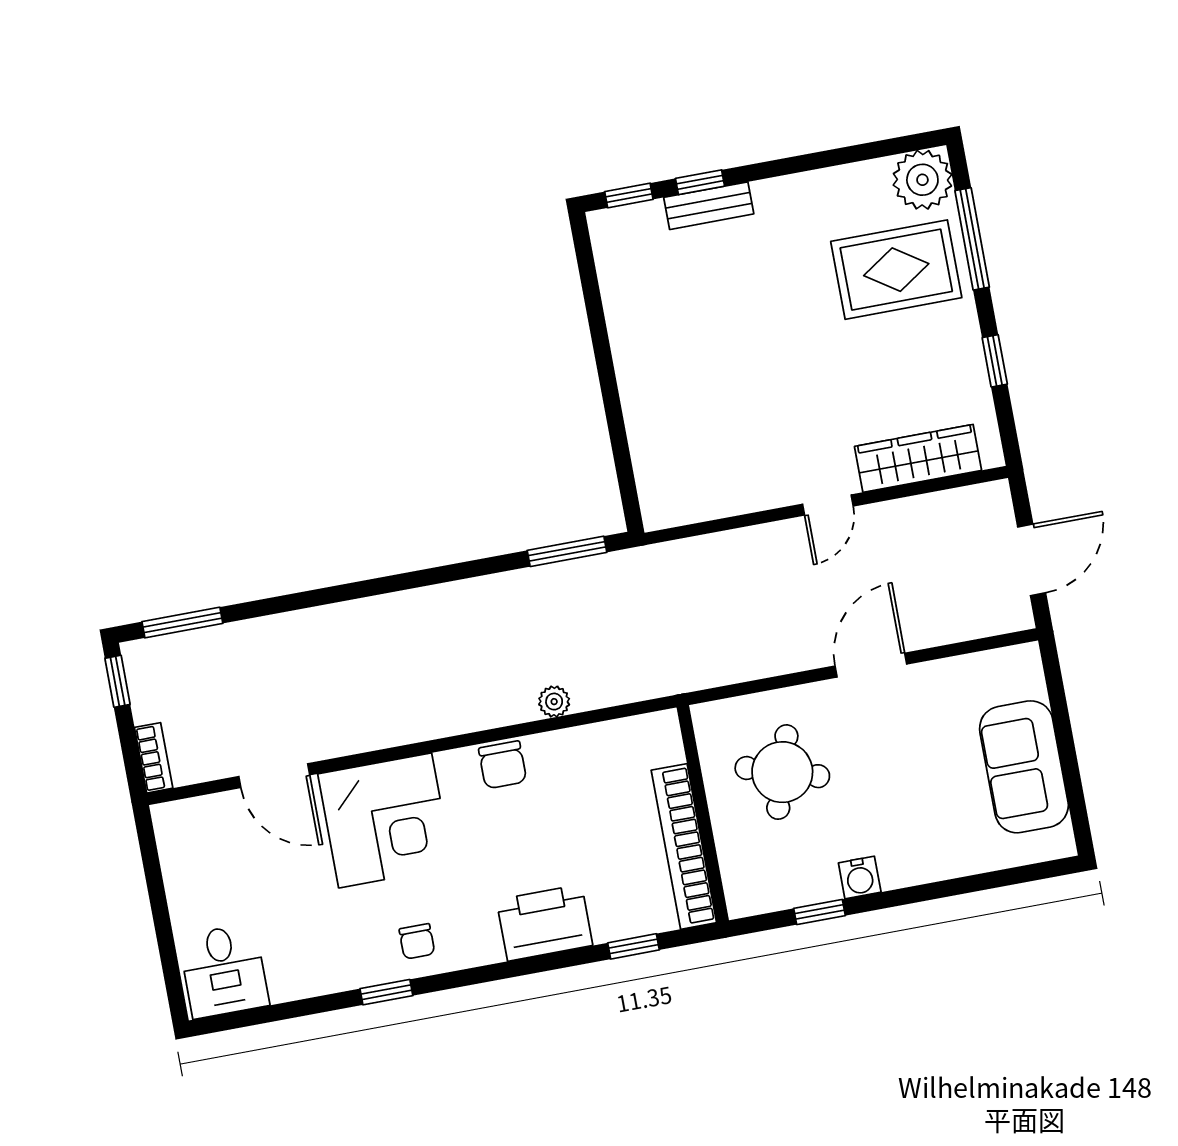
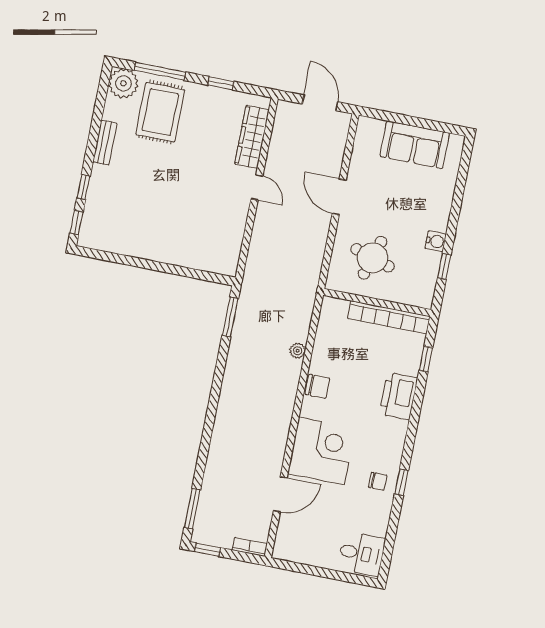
bench: (709, 206) -> (105, 143), moved
chair: (417, 941) -> (378, 481), moved

